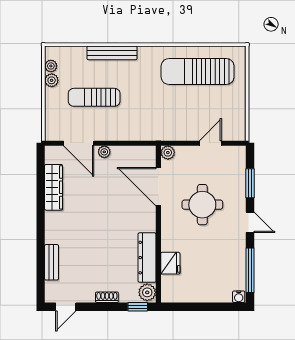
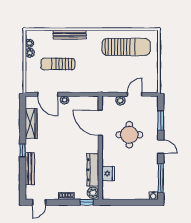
sun lounger: (198, 72) -> (126, 47), turned 180
plant: (168, 153) -> (120, 100), moved
window: (41, 228) -> (23, 150), added
bench: (52, 262) -> (30, 169), width x1.36

